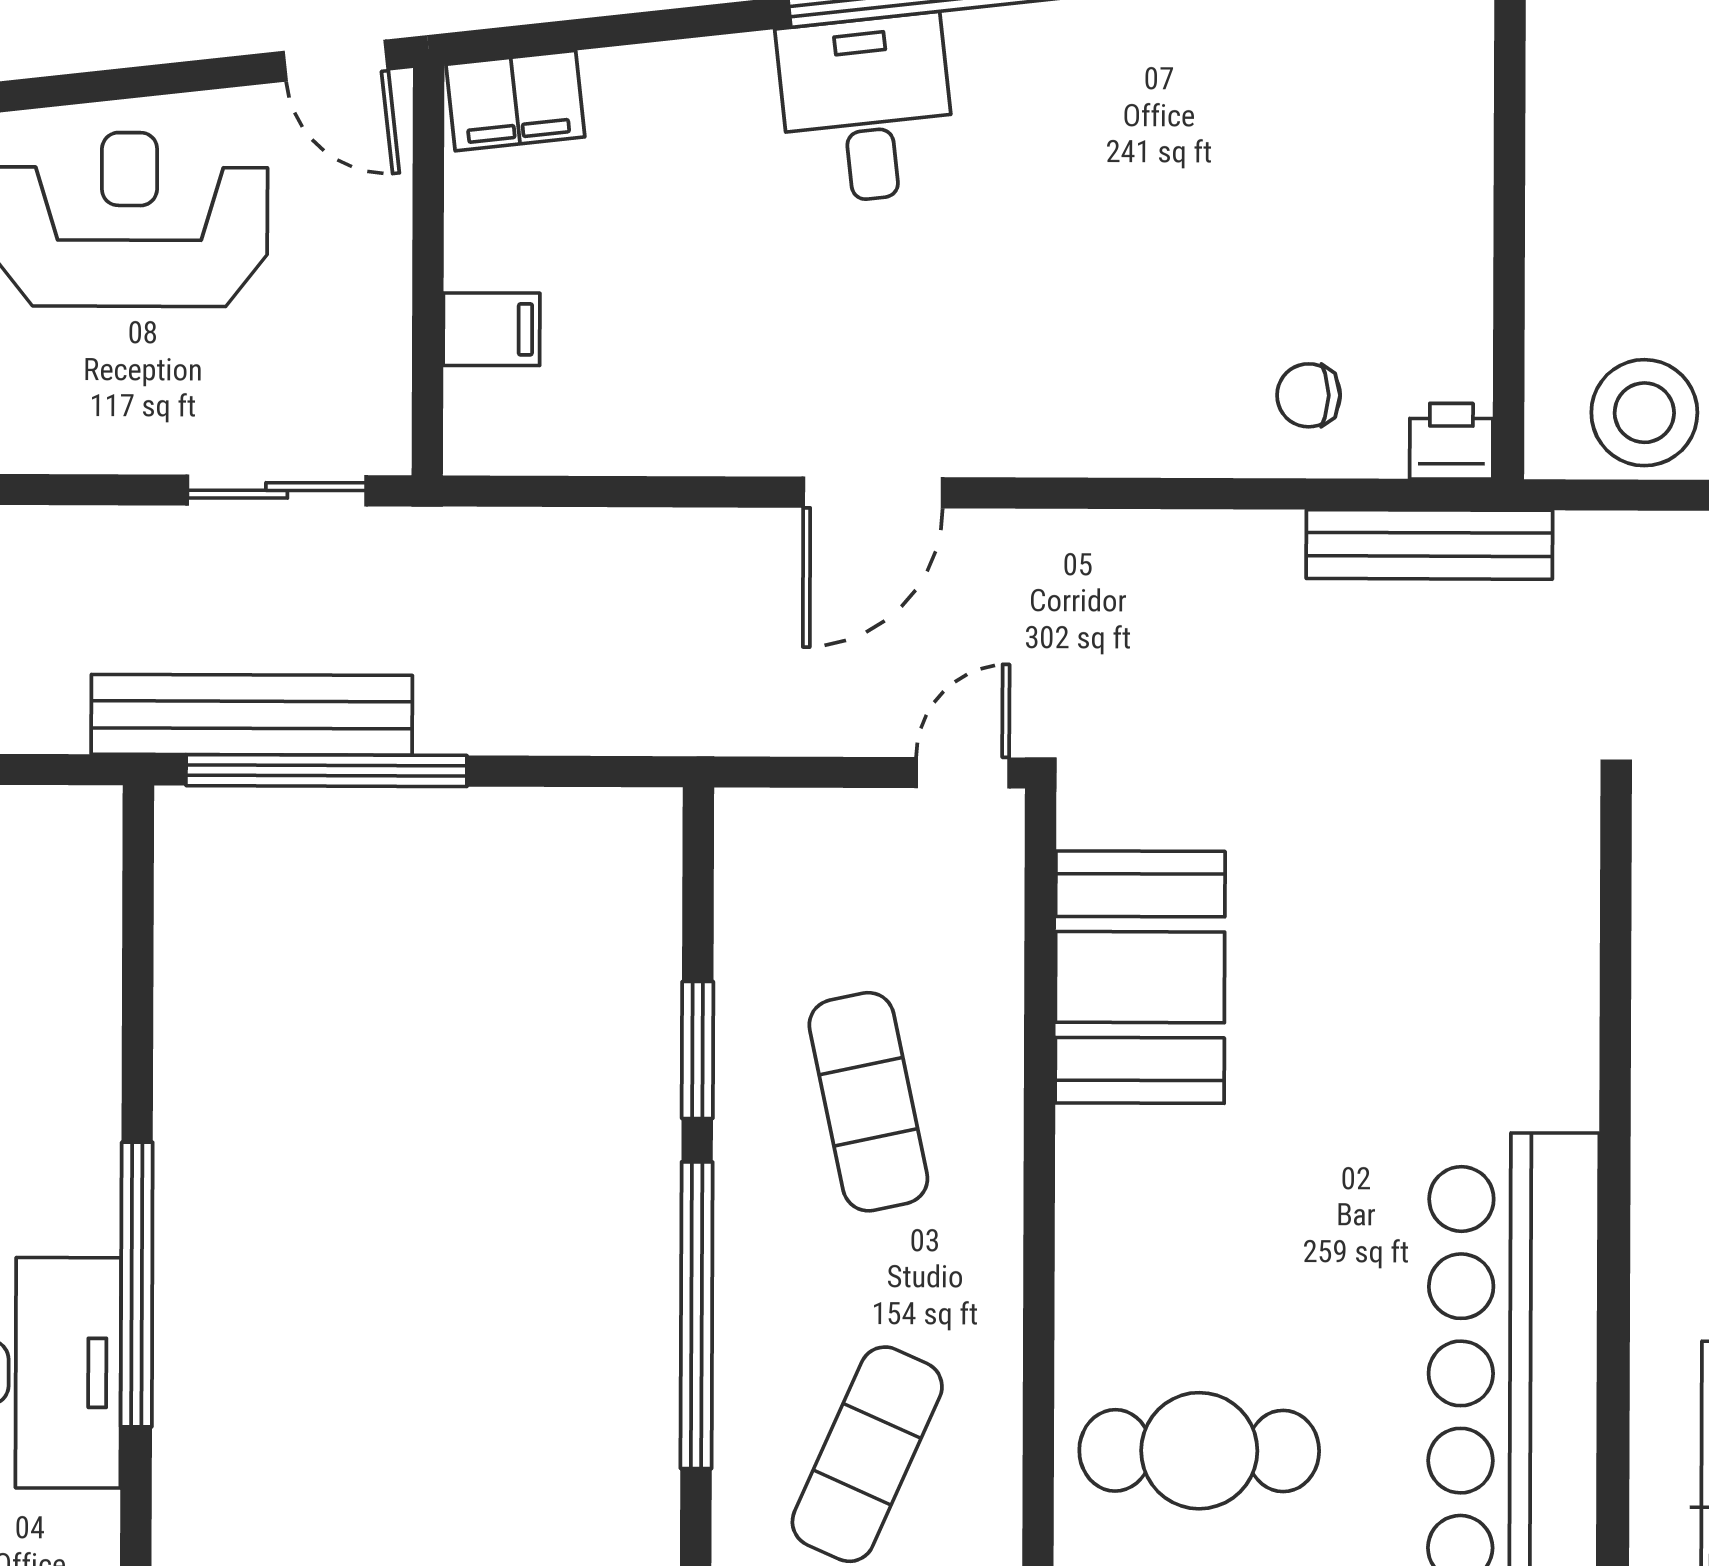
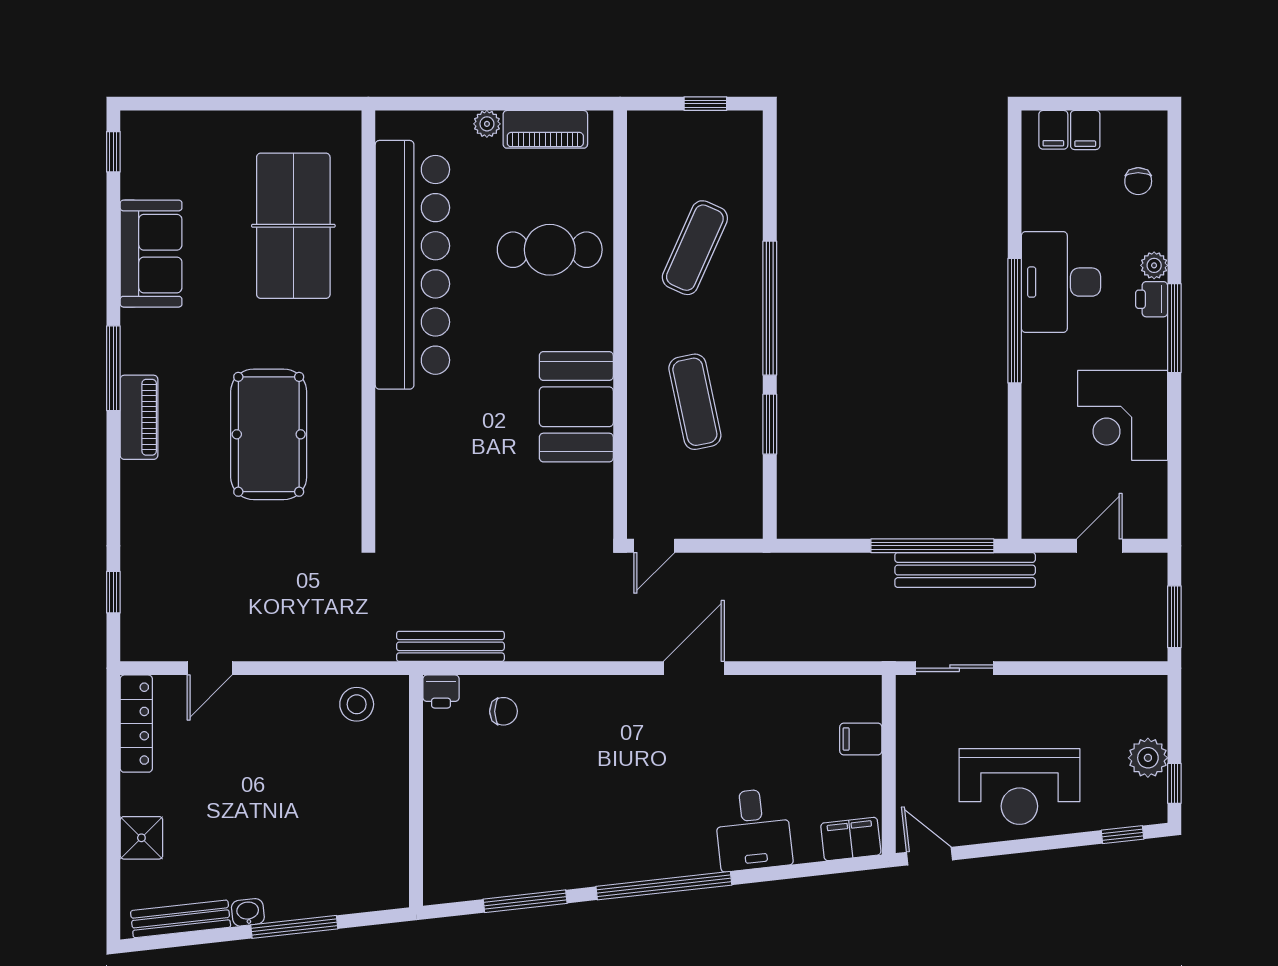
desk: (867, 109) -> (753, 830), moved
stool: (1644, 413) -> (357, 704), width x0.73, depth x0.73
booth: (1140, 977) -> (576, 407), moved

